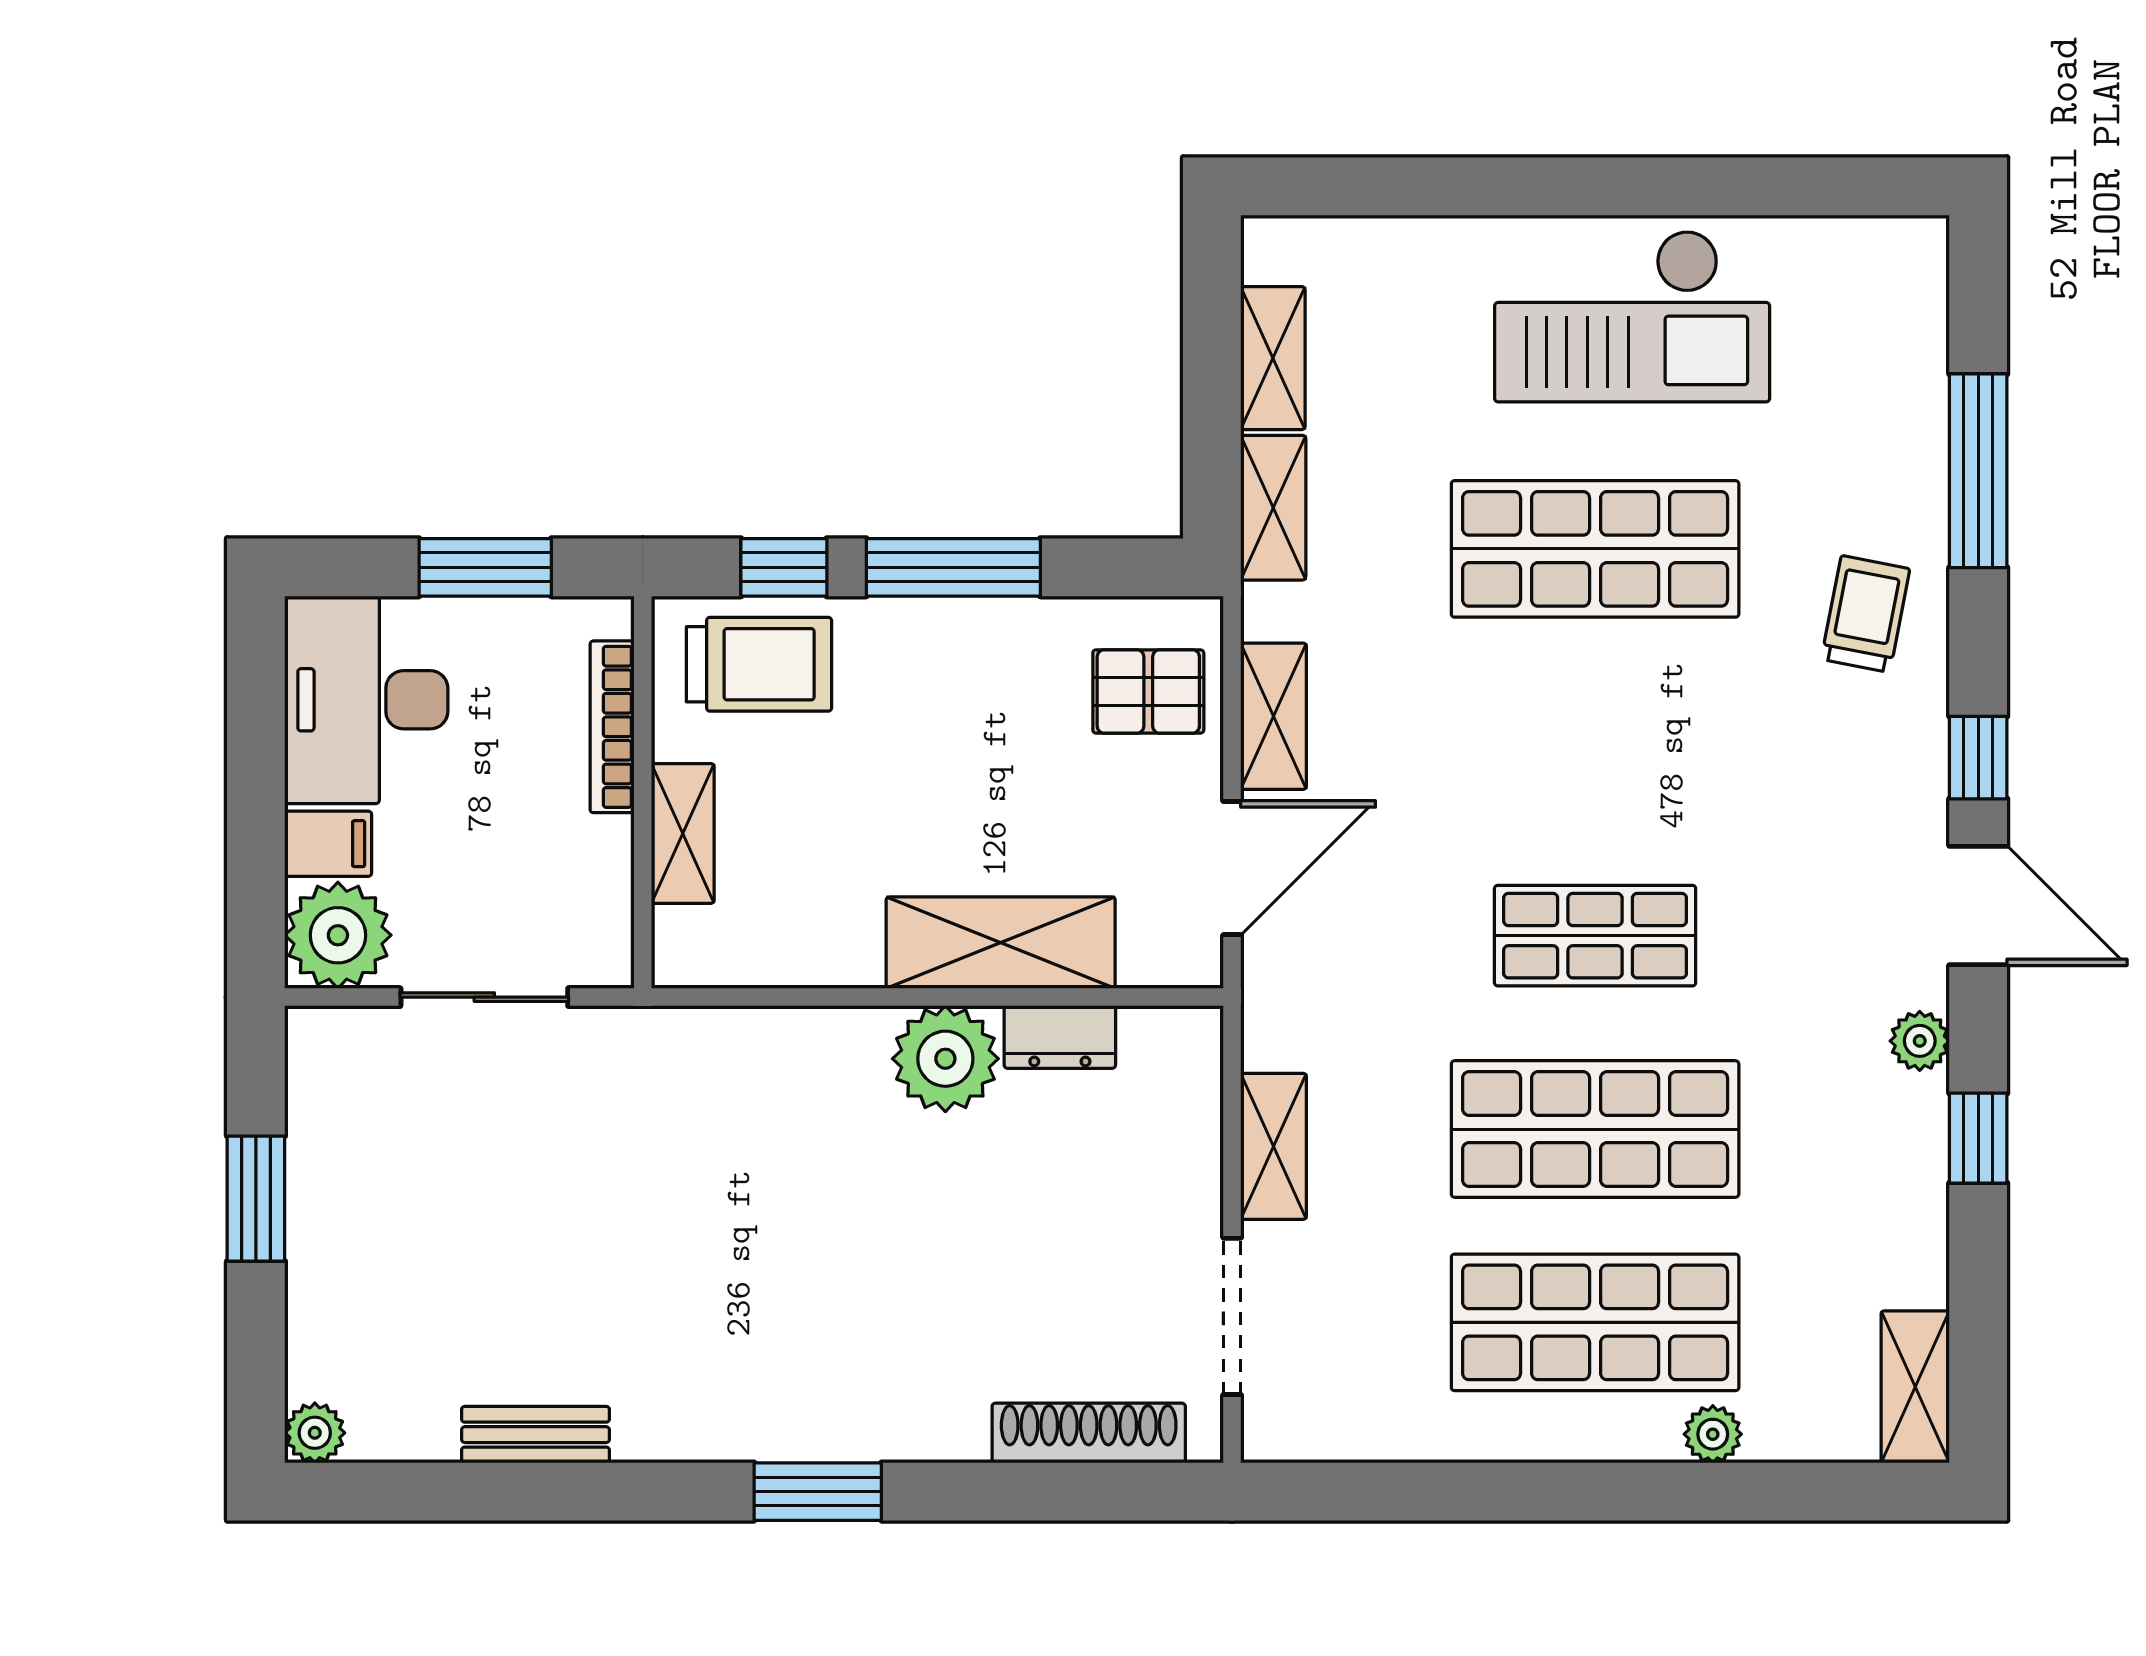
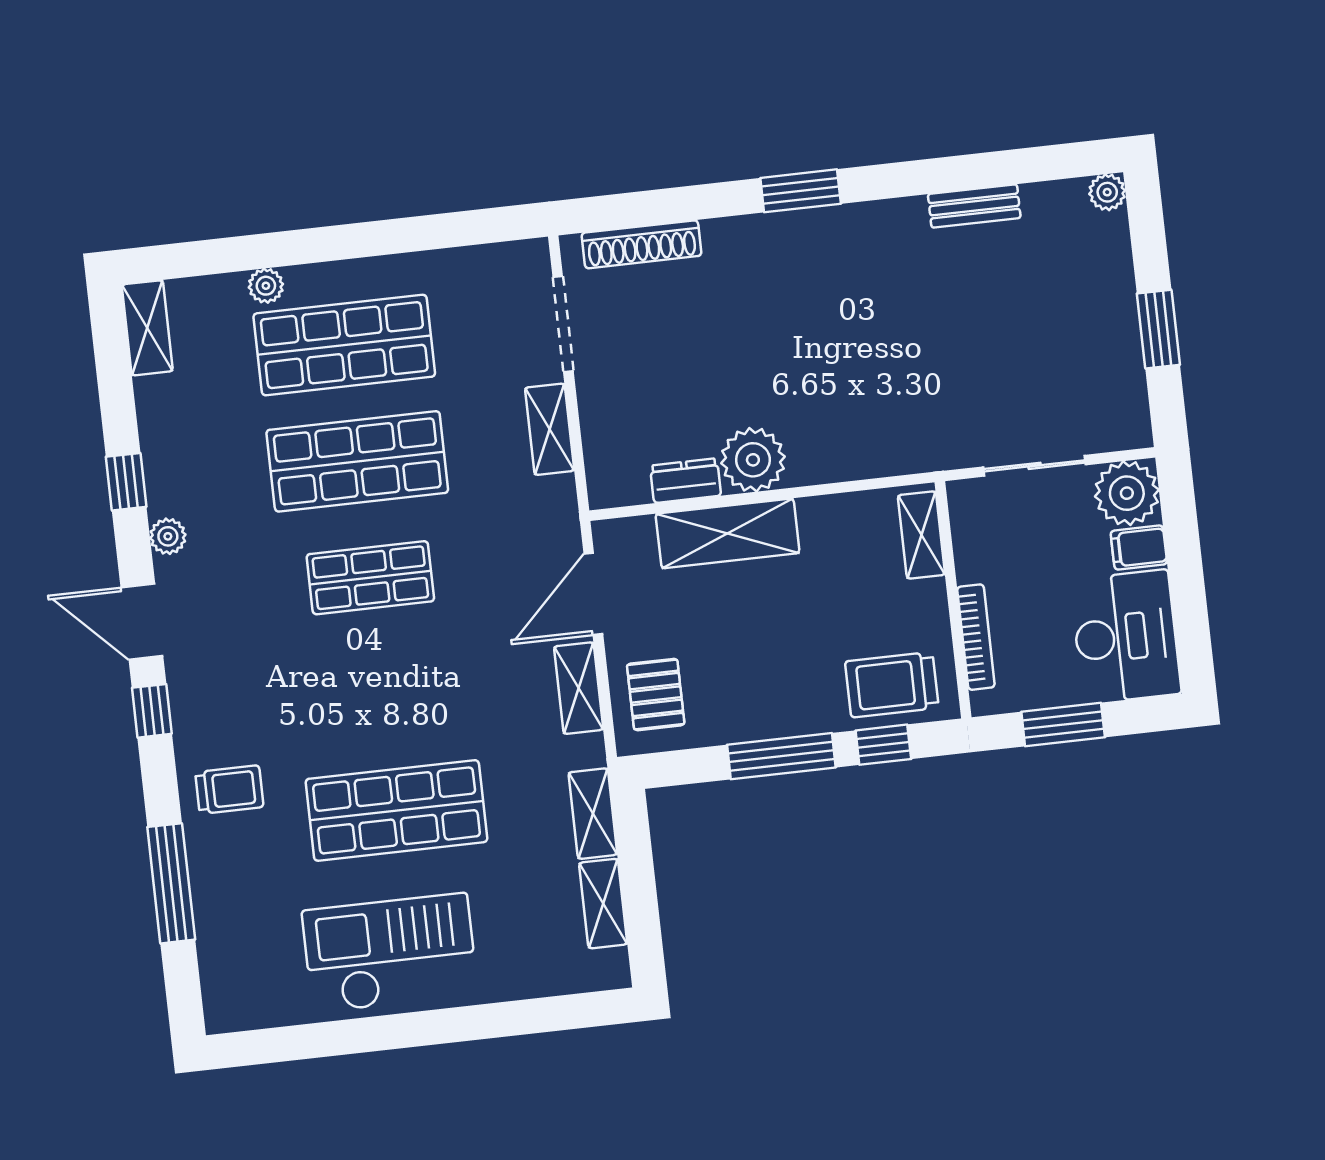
trolley: (1866, 614) -> (229, 790), turned -101
pallet: (1148, 691) -> (656, 695), turned 90
shelving: (683, 833) -> (921, 535), moved

